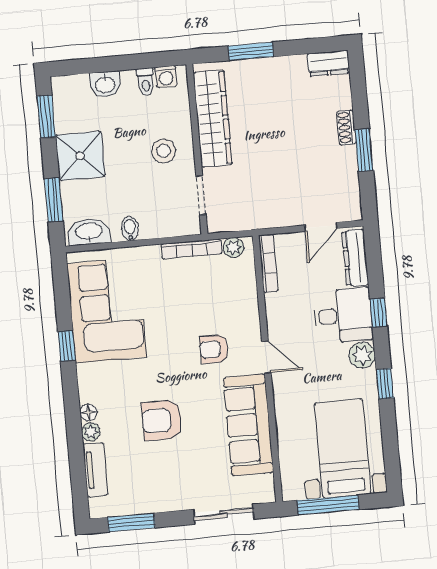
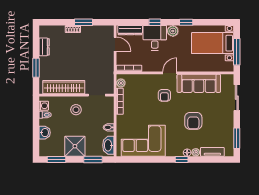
dresser: (328, 63) -> (44, 47), moved
window: (67, 346) -> (182, 160), moved

